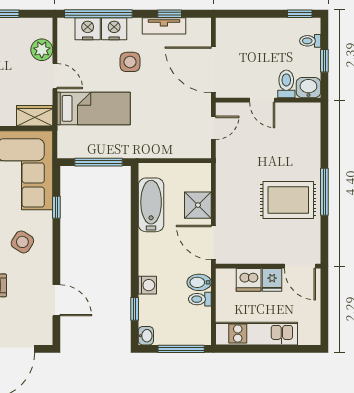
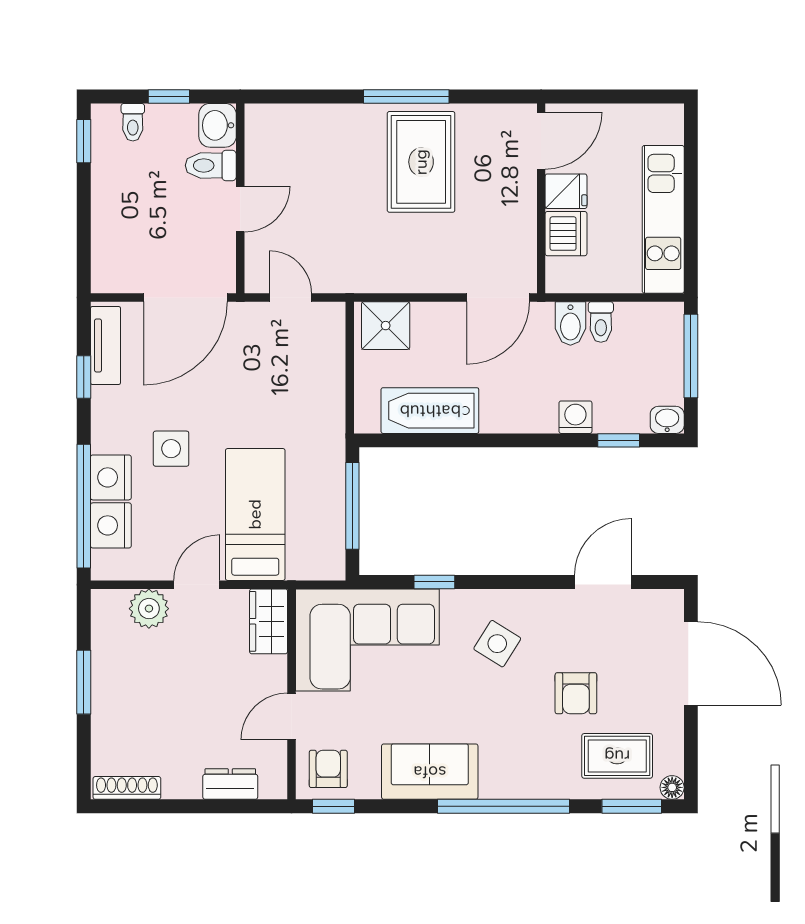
tv unit: (164, 26) -> (105, 345), moved
shower: (198, 205) -> (386, 326), moved

